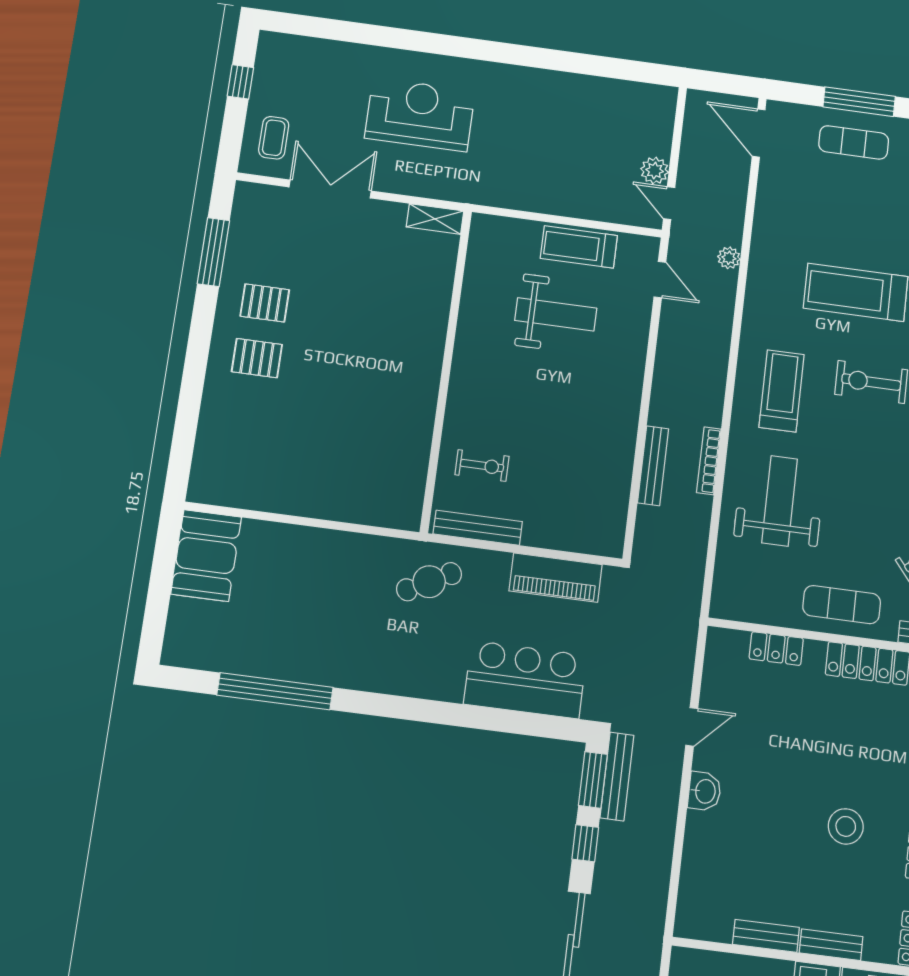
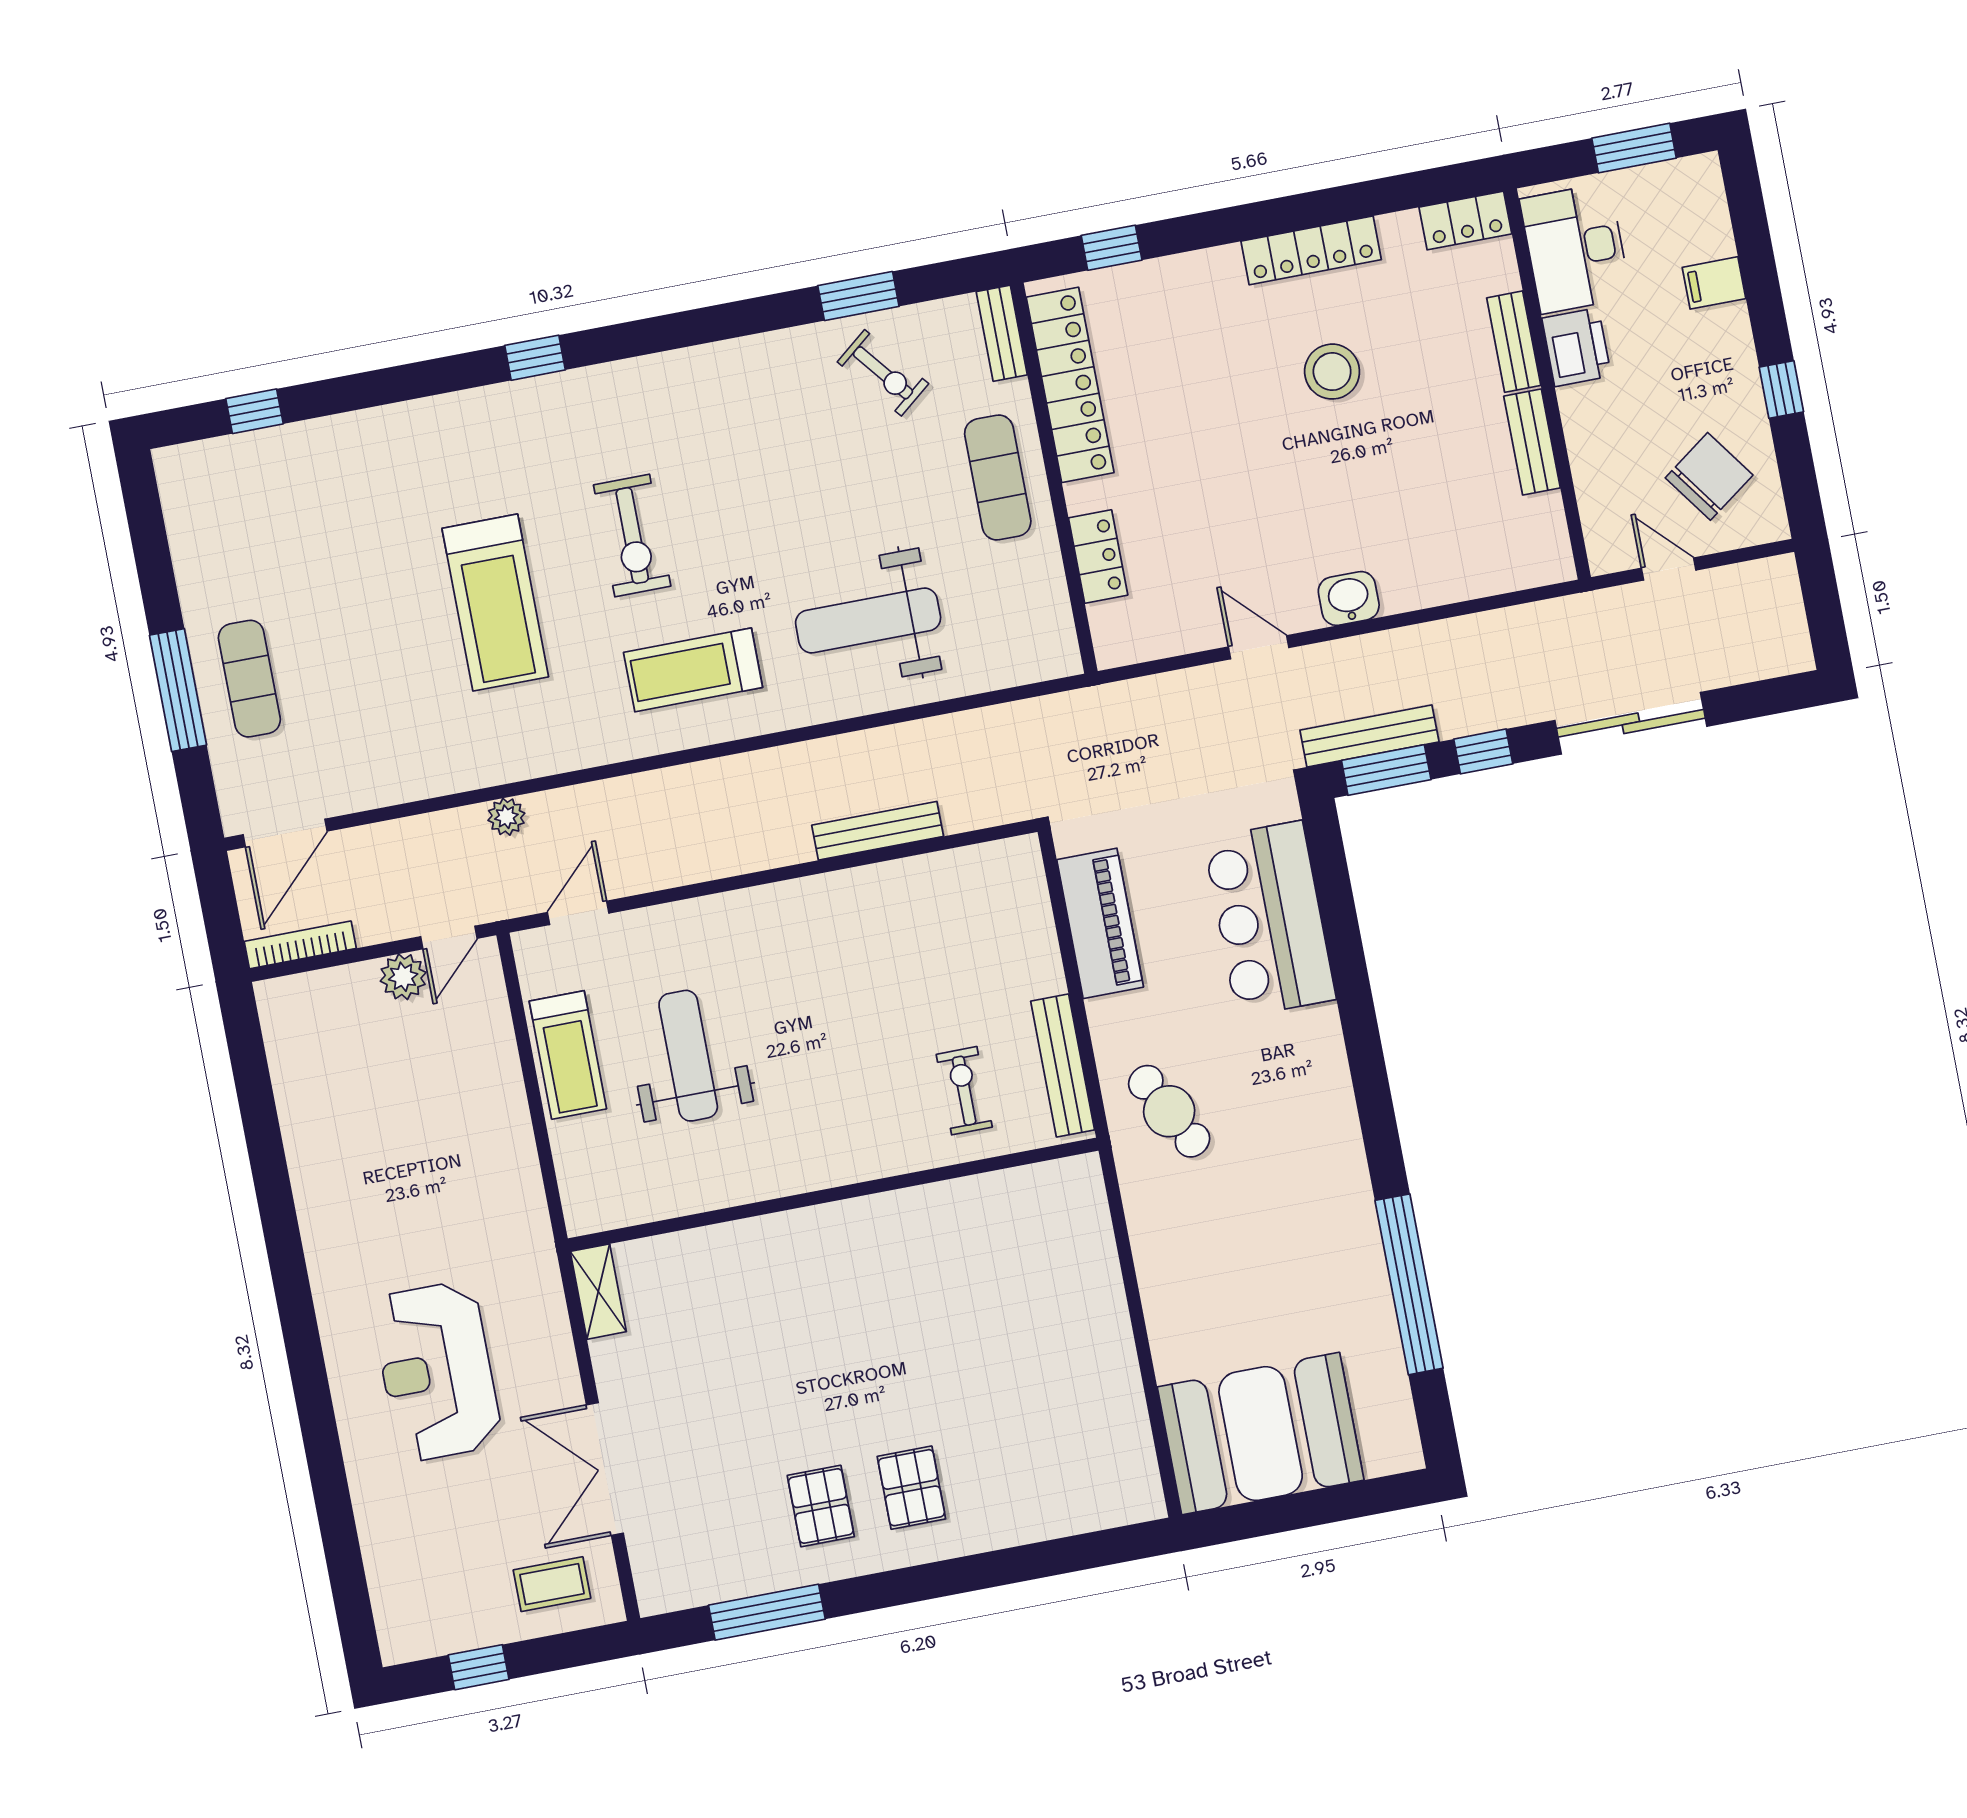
bookcase: (709, 461) -> (300, 945), moved, turned 180
booth: (206, 556) -> (1261, 1434), width x1.36, depth x1.42

